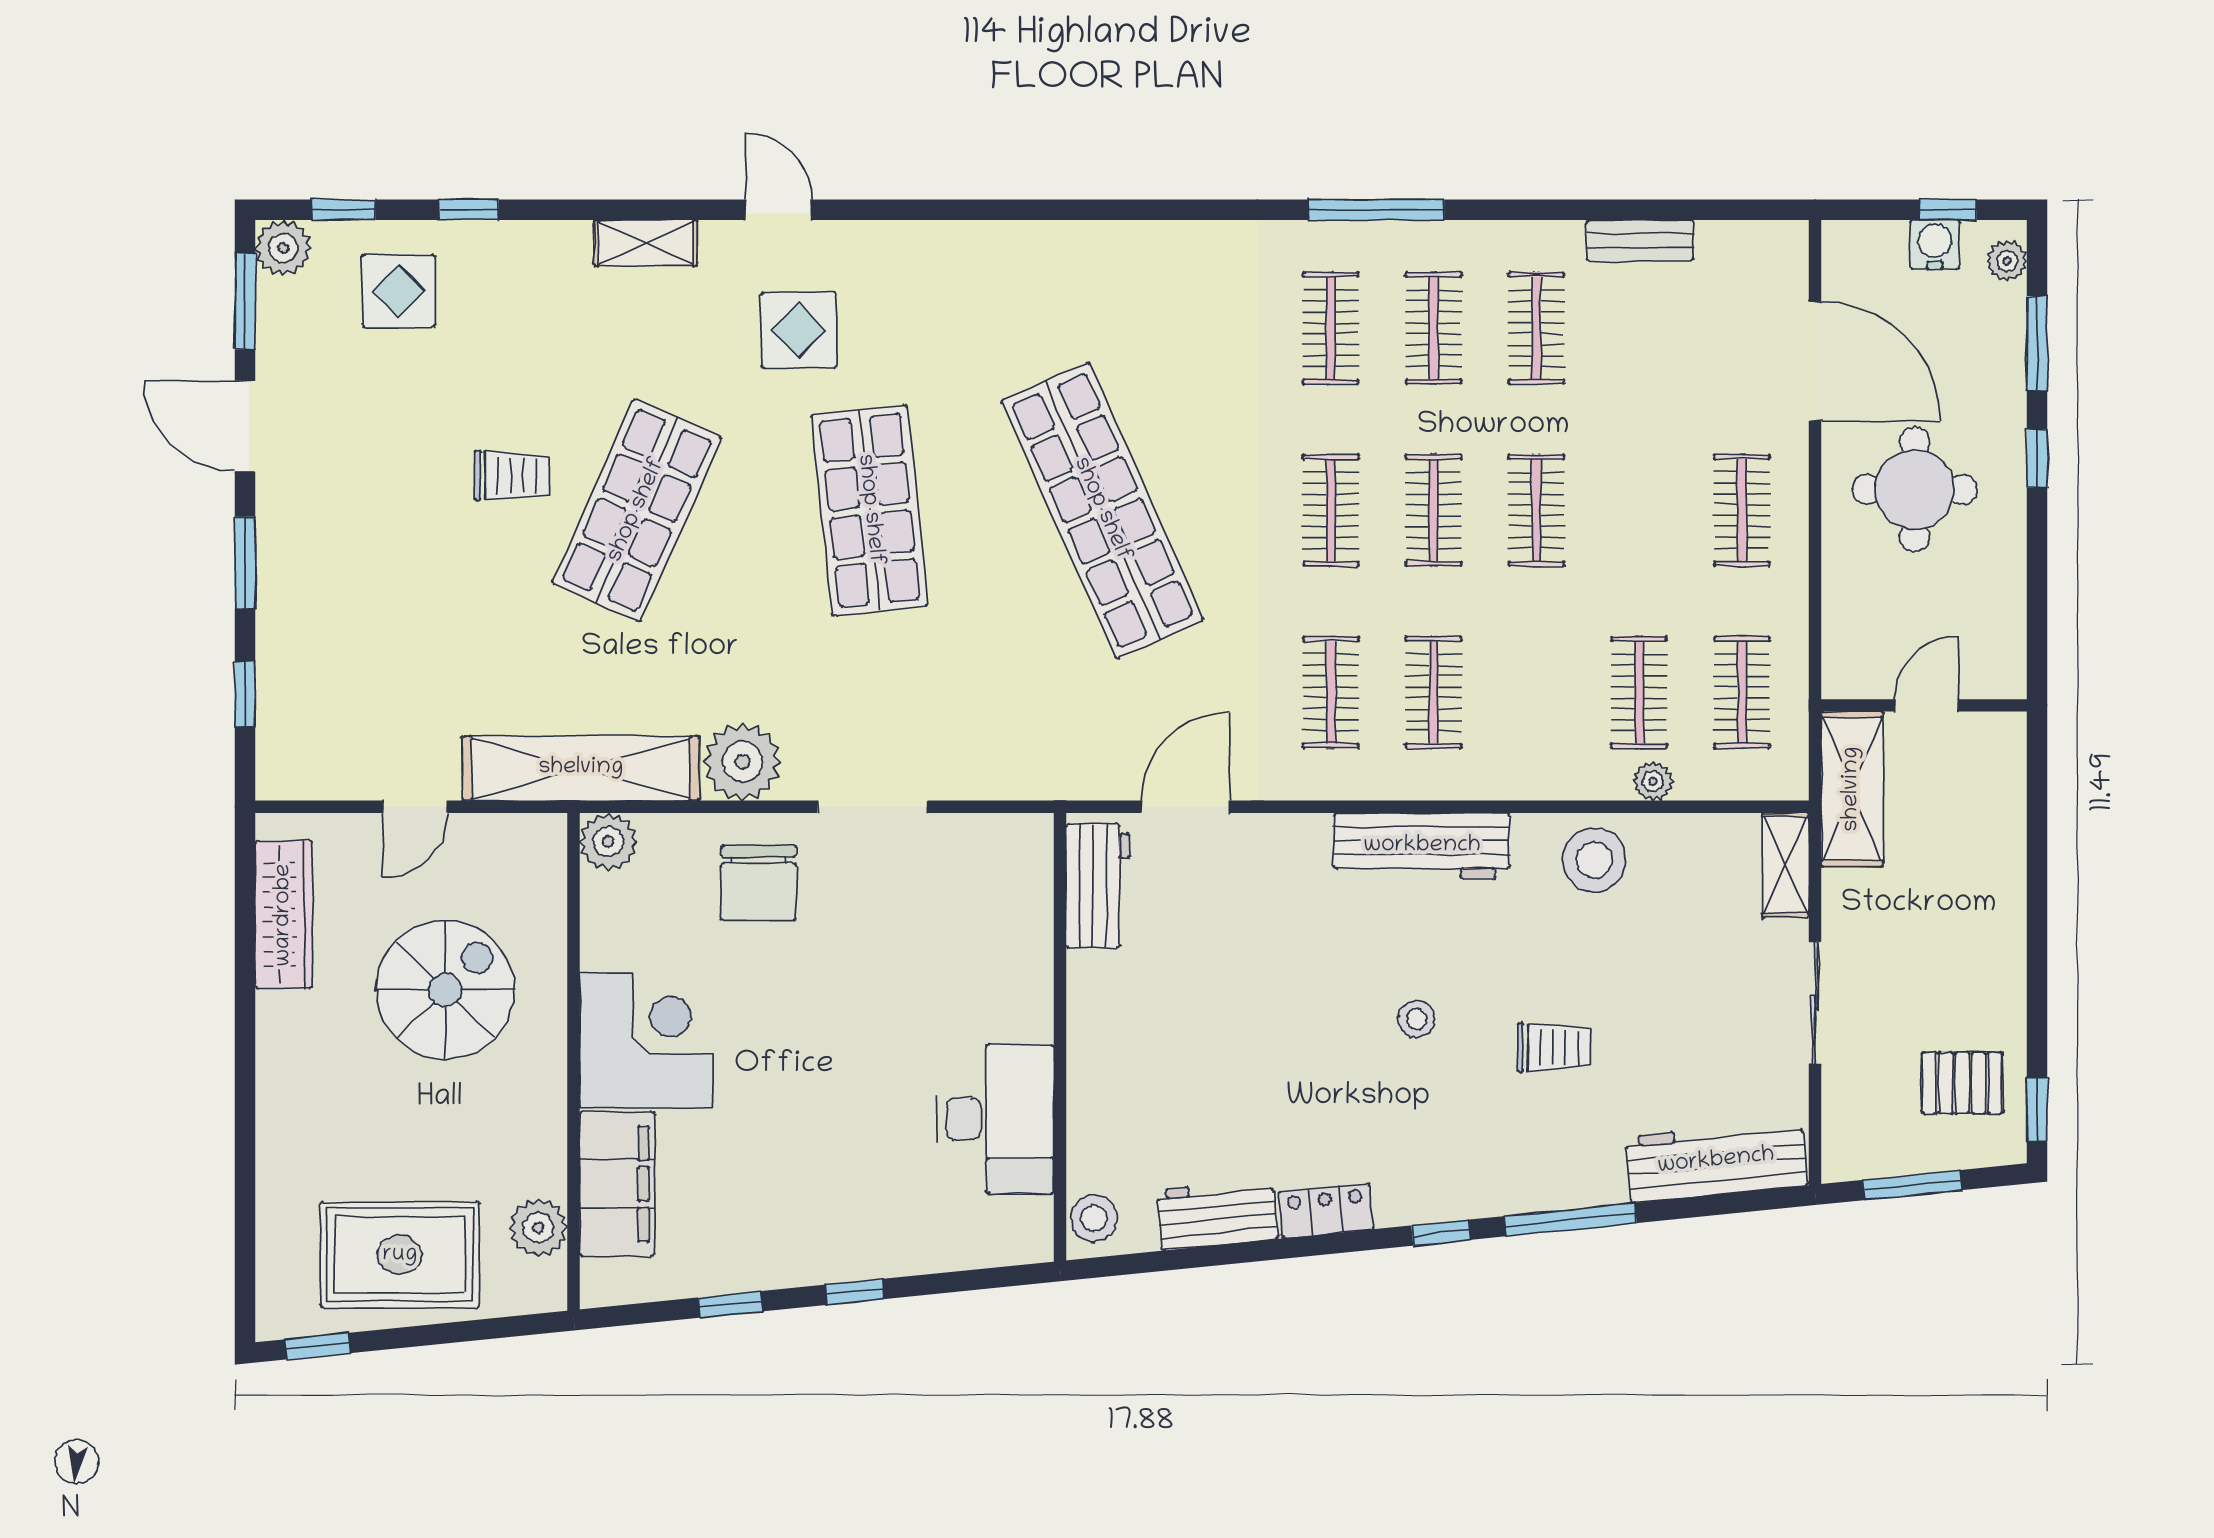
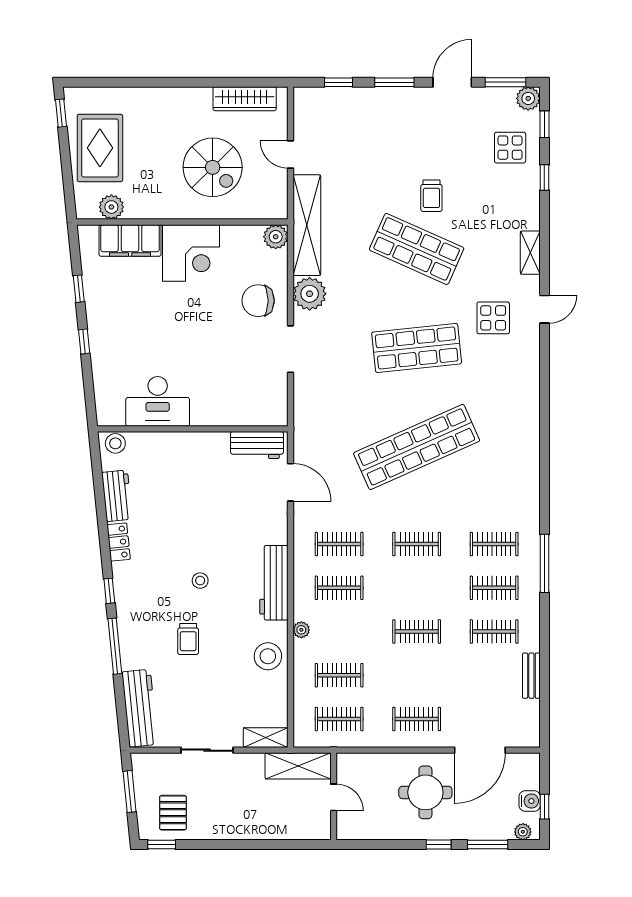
clothes rail: (1434, 510) -> (417, 588), removed
plant: (1653, 781) -> (301, 630), moved

